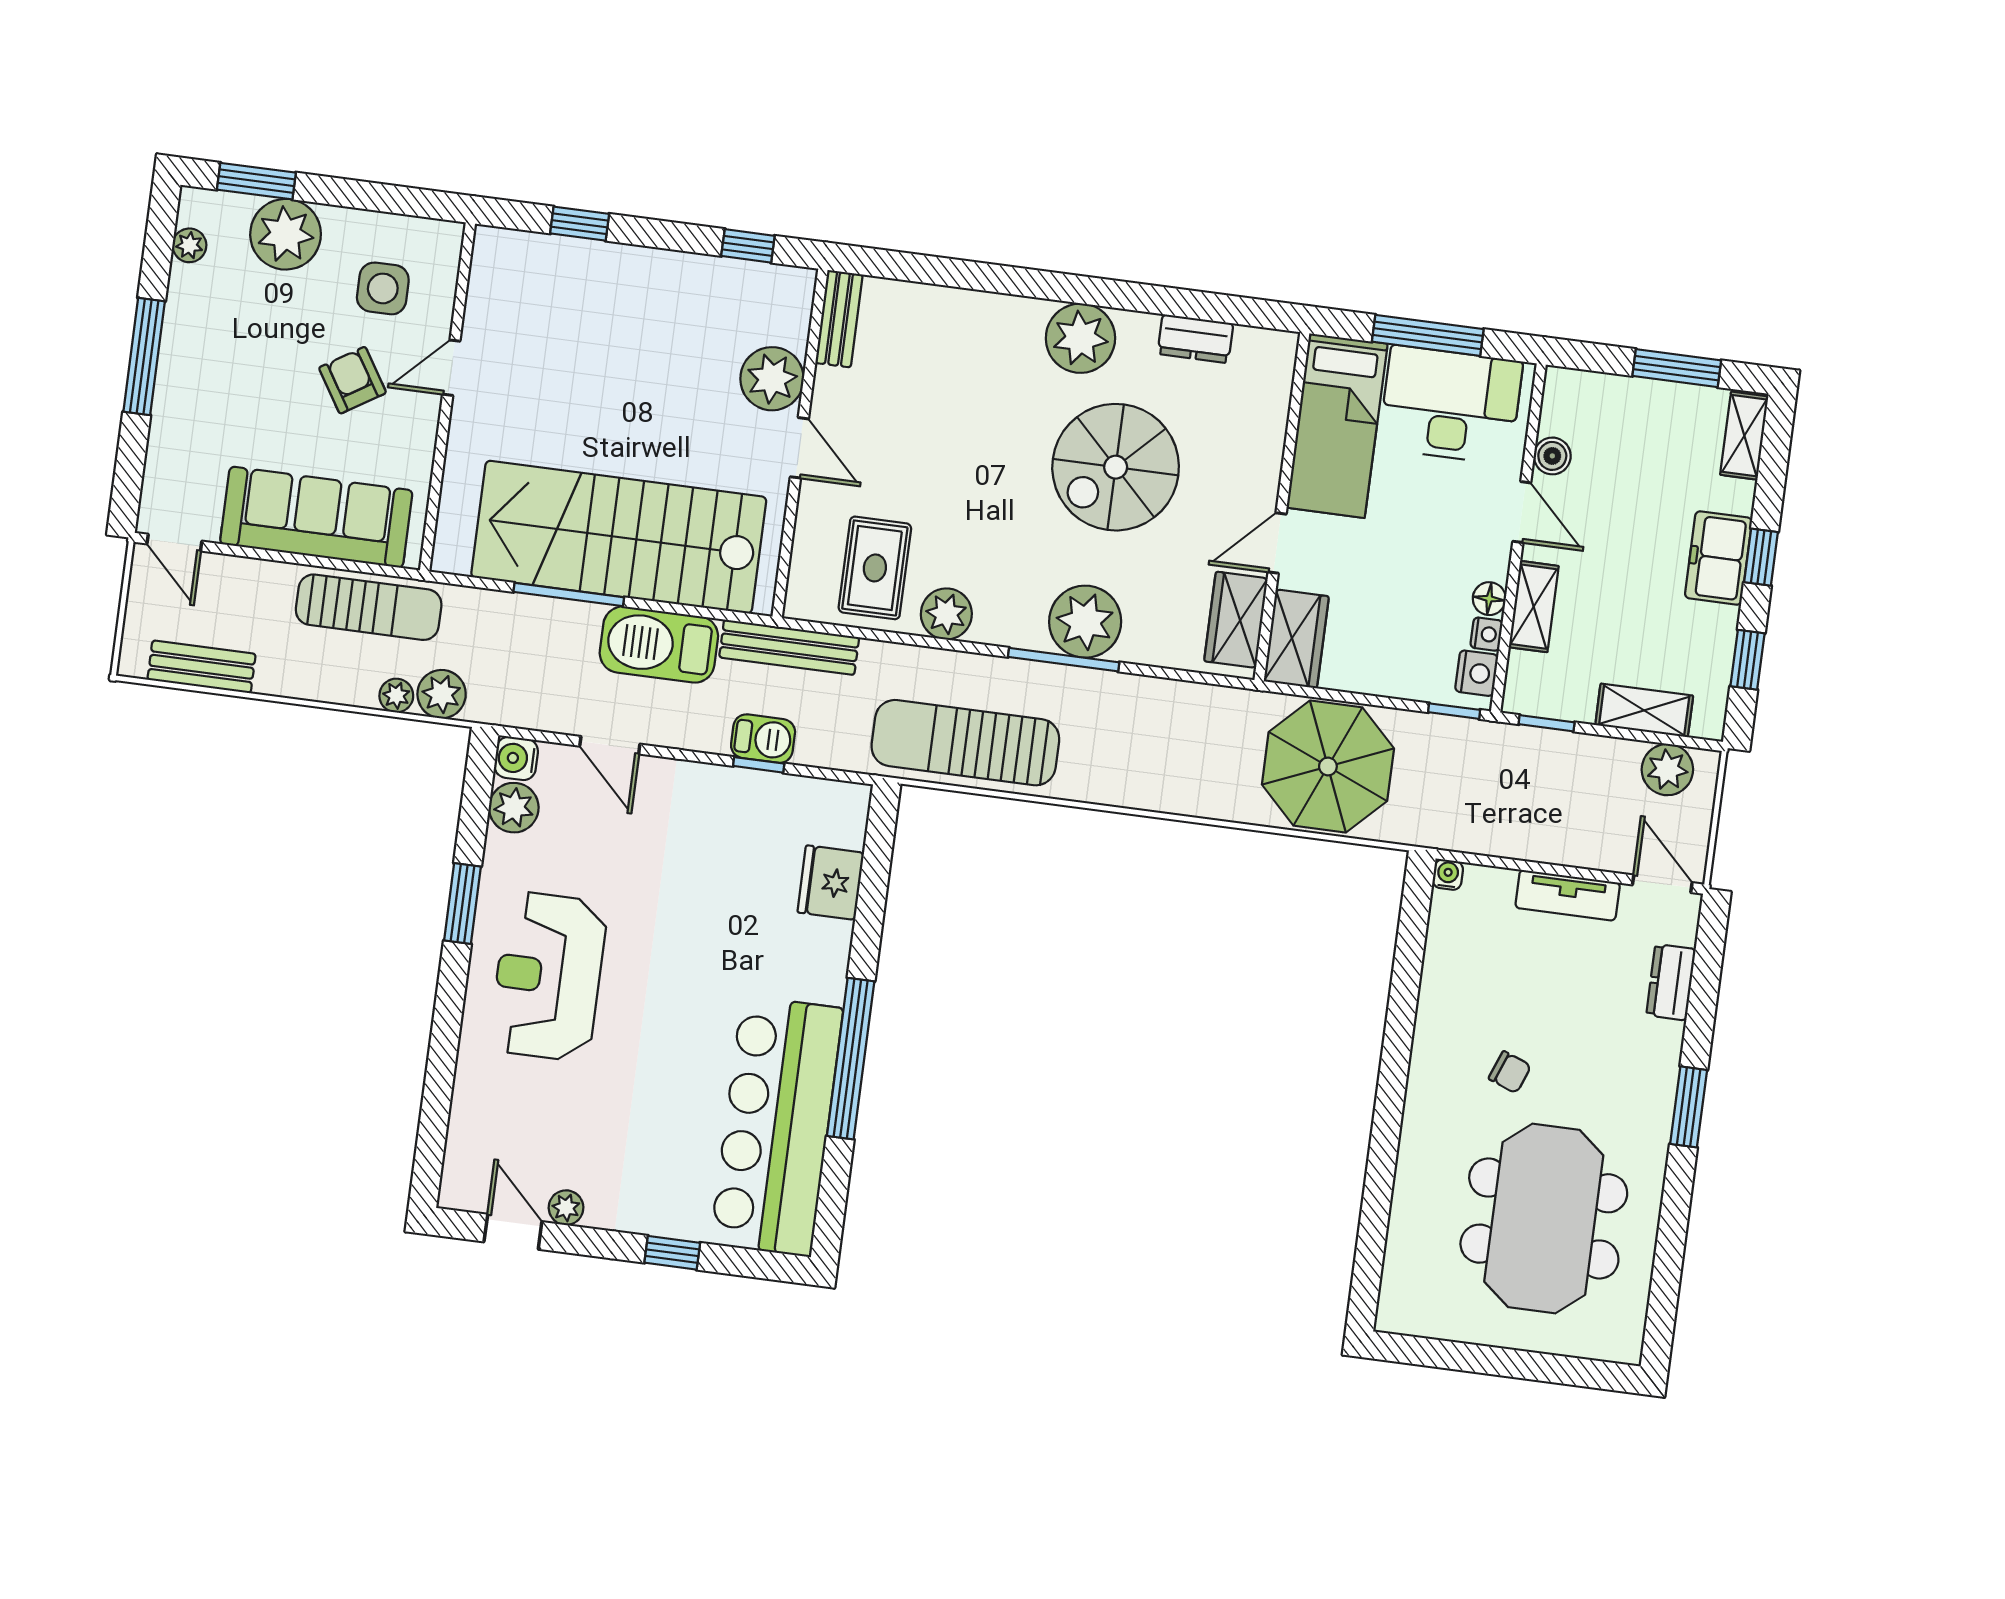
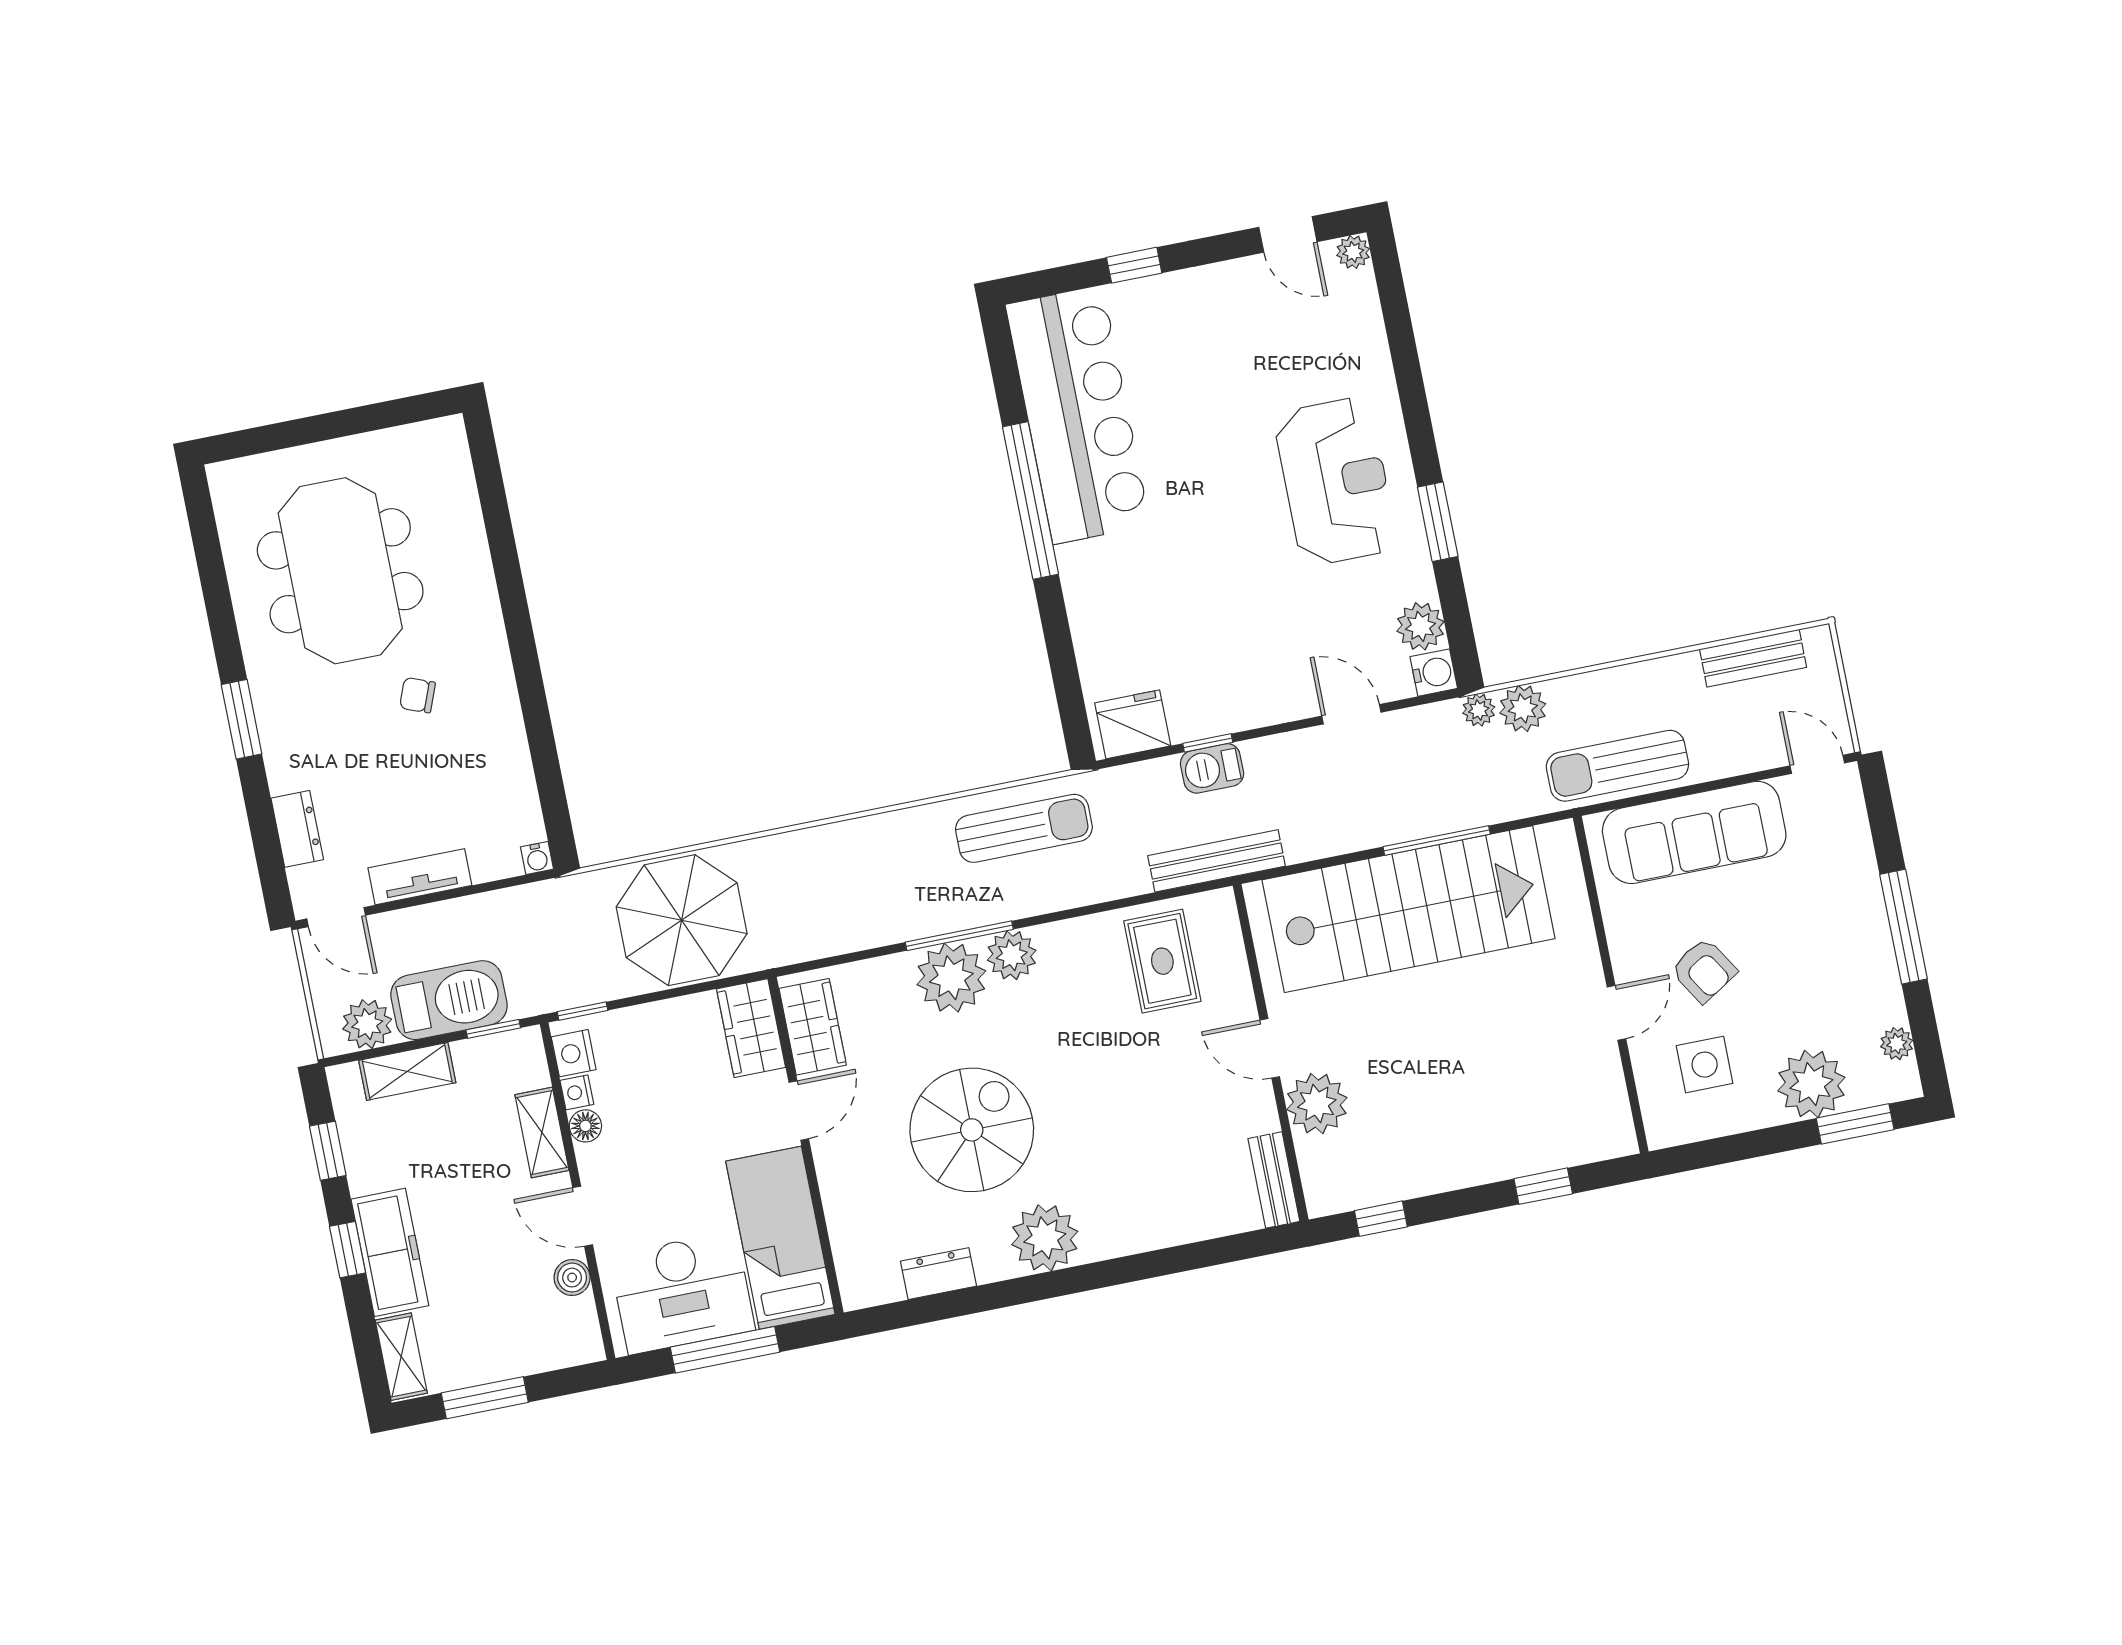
freezer: (1718, 558) -> (390, 1252), width x1.40
plant: (946, 614) -> (1012, 955), moved
barbecue: (659, 645) -> (449, 1000), moved
plant: (396, 696) -> (1479, 710), moved
sun lounger: (965, 743) -> (1024, 828), width x0.73, depth x0.75
fridge: (831, 883) -> (1133, 724), moved, turned -90
plant: (566, 1208) -> (1353, 252), moved

